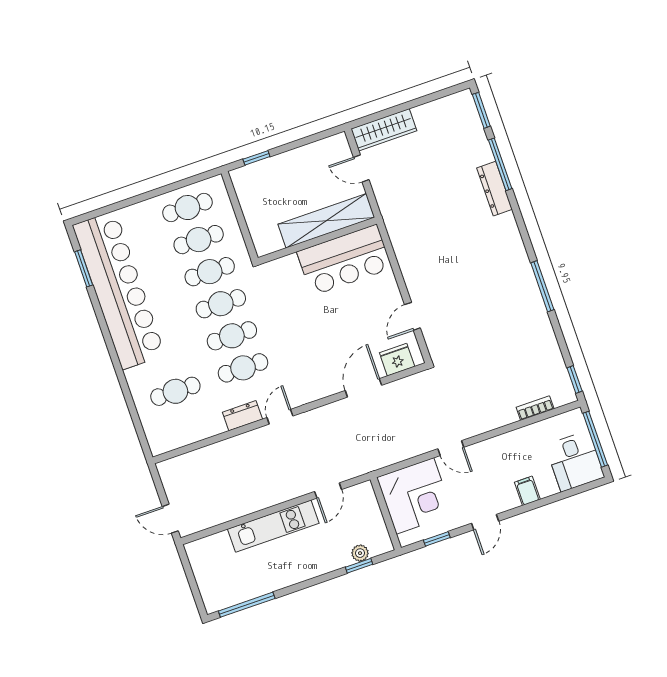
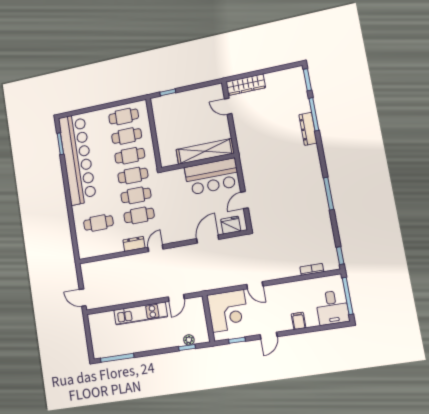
shelving: (326, 221) -> (205, 151), moved
wall: (317, 241) -> (198, 163), moved
bar counter: (344, 260) -> (212, 176), moved

